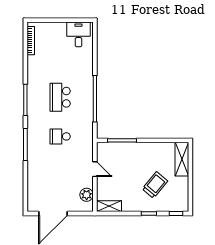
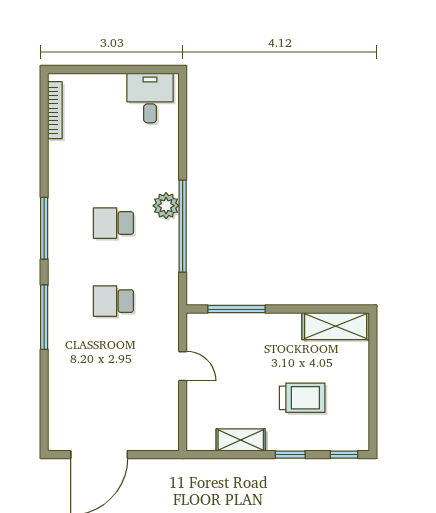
school desk: (60, 97) -> (113, 223), width x0.54
shelving: (182, 159) -> (336, 326), moved, turned 90
trolley: (155, 185) -> (302, 398), turned 50
plant: (87, 195) -> (166, 206), moved
shelving: (109, 206) -> (241, 440), moved

